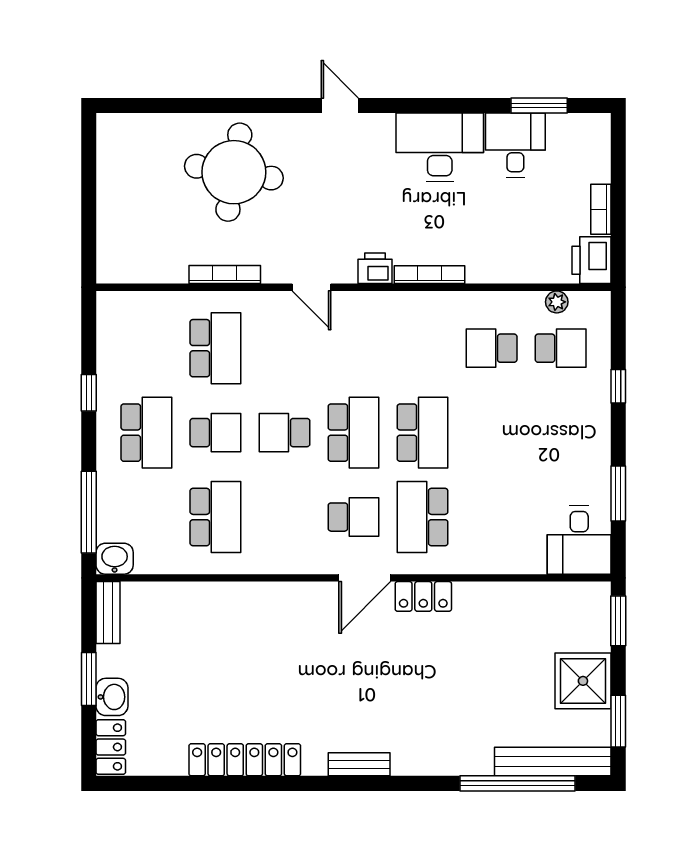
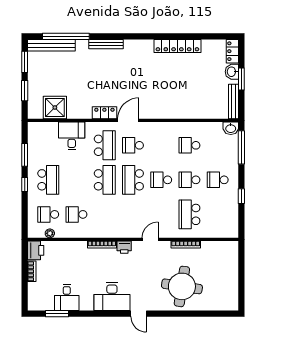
desk: (440, 147) -> (112, 297), moved
door: (312, 287) -> (150, 239), hinge flipped
school desk: (492, 348) -> (76, 214), turned 180
window: (618, 386) -> (25, 184), moved
school desk: (146, 433) -> (218, 180), width x0.54
school desk: (284, 433) -> (161, 180), turned 180
school desk: (423, 433) -> (105, 180), turned 180
school desk: (561, 433) -> (48, 180), added
school desk: (215, 517) -> (189, 145), width x0.54
desk: (579, 540) -> (72, 136), moved
bench: (108, 613) -> (233, 102), width x1.36
window: (618, 621) -> (25, 91), moved
shower: (583, 681) -> (55, 108), moved
bench: (359, 764) -> (106, 44), moved, width x1.36

